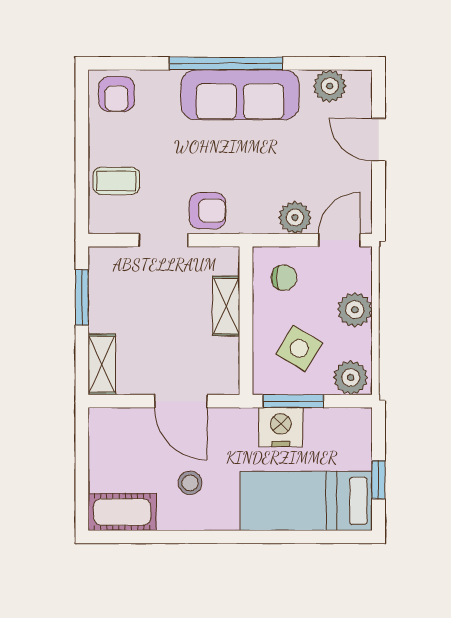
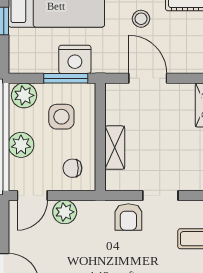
armchair: (207, 211) -> (128, 217), turned -90
side table: (299, 348) -> (61, 117), turned -31

